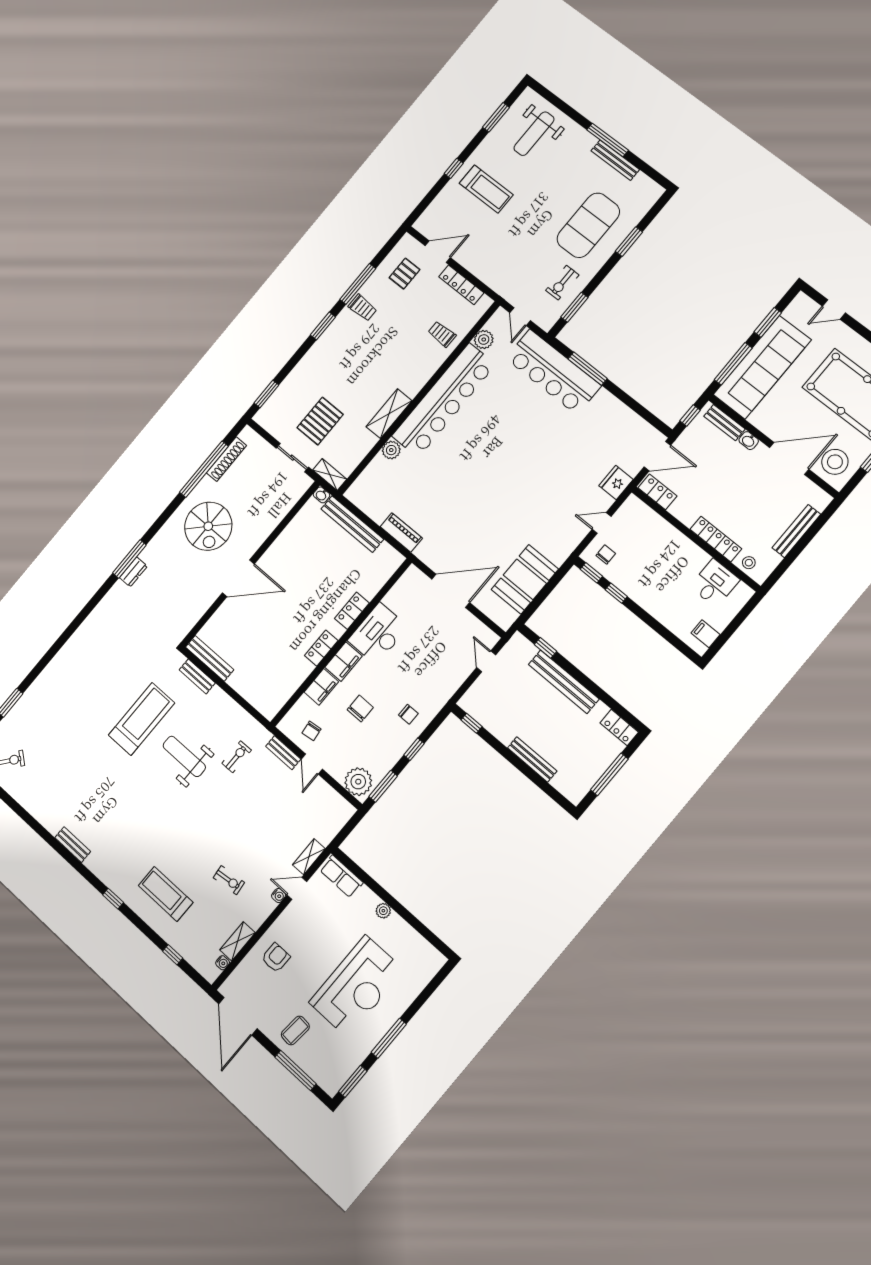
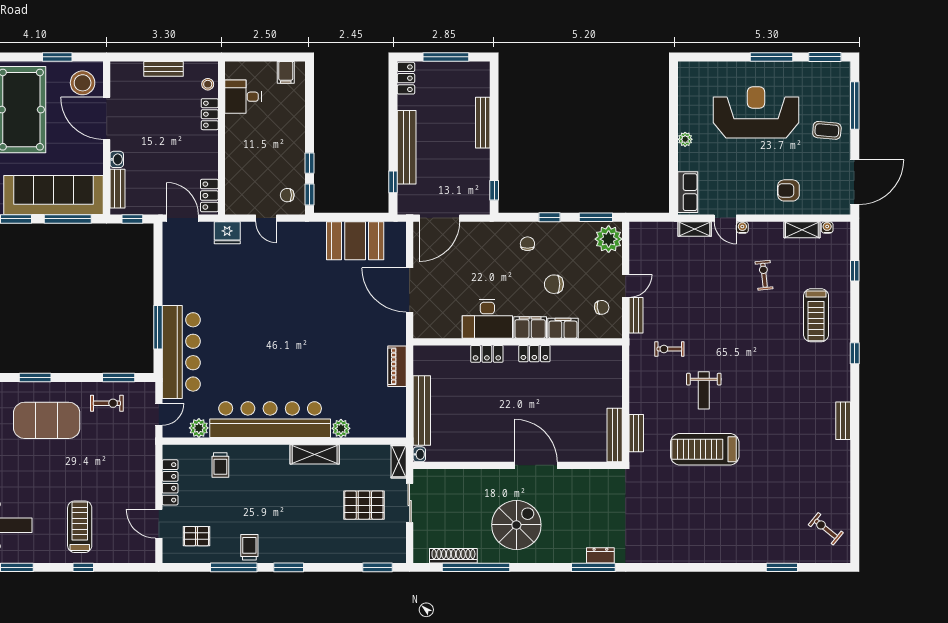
bench: (796, 531) -> (164, 69), width x0.73
locker: (716, 539) -> (210, 114), width x0.66
door: (486, 661) -> (440, 218), width x1.87
weight bench: (184, 756) -> (704, 390), width x0.73, depth x0.75

